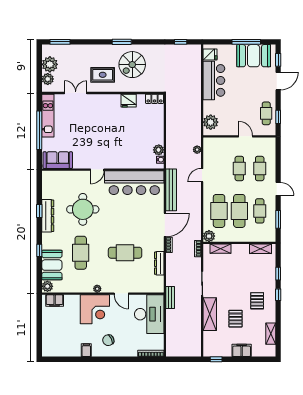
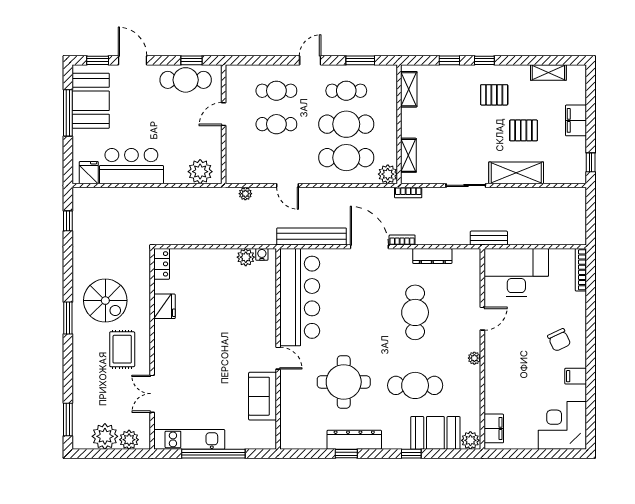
cafe table: (266, 113) -> (186, 80), width x1.37, depth x1.35
sofa: (58, 160) -> (263, 396), moved
corner desk: (95, 309) -> (562, 425), moved, turned -90

